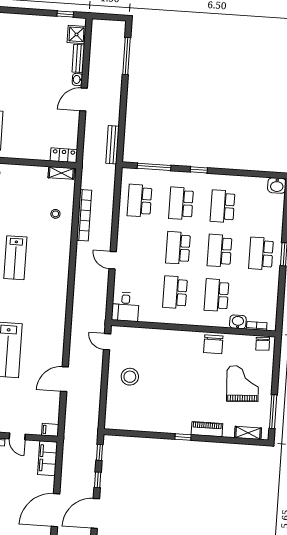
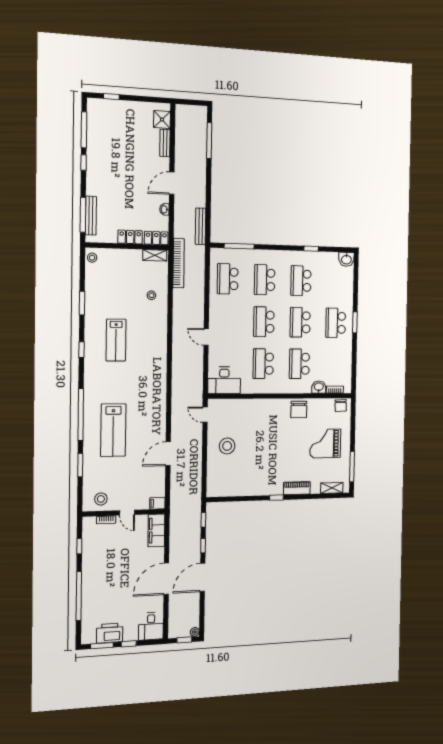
window: (65, 14) -> (111, 97), moved
washbasin: (77, 79) -> (164, 209), moved
locker: (36, 153) -> (130, 237), added
window: (199, 170) -> (311, 249), moved
bookcase: (84, 215) -> (179, 263), moved
desk: (125, 307) -> (224, 380), width x1.37
grand piano: (243, 384) -> (325, 443), turned -87

